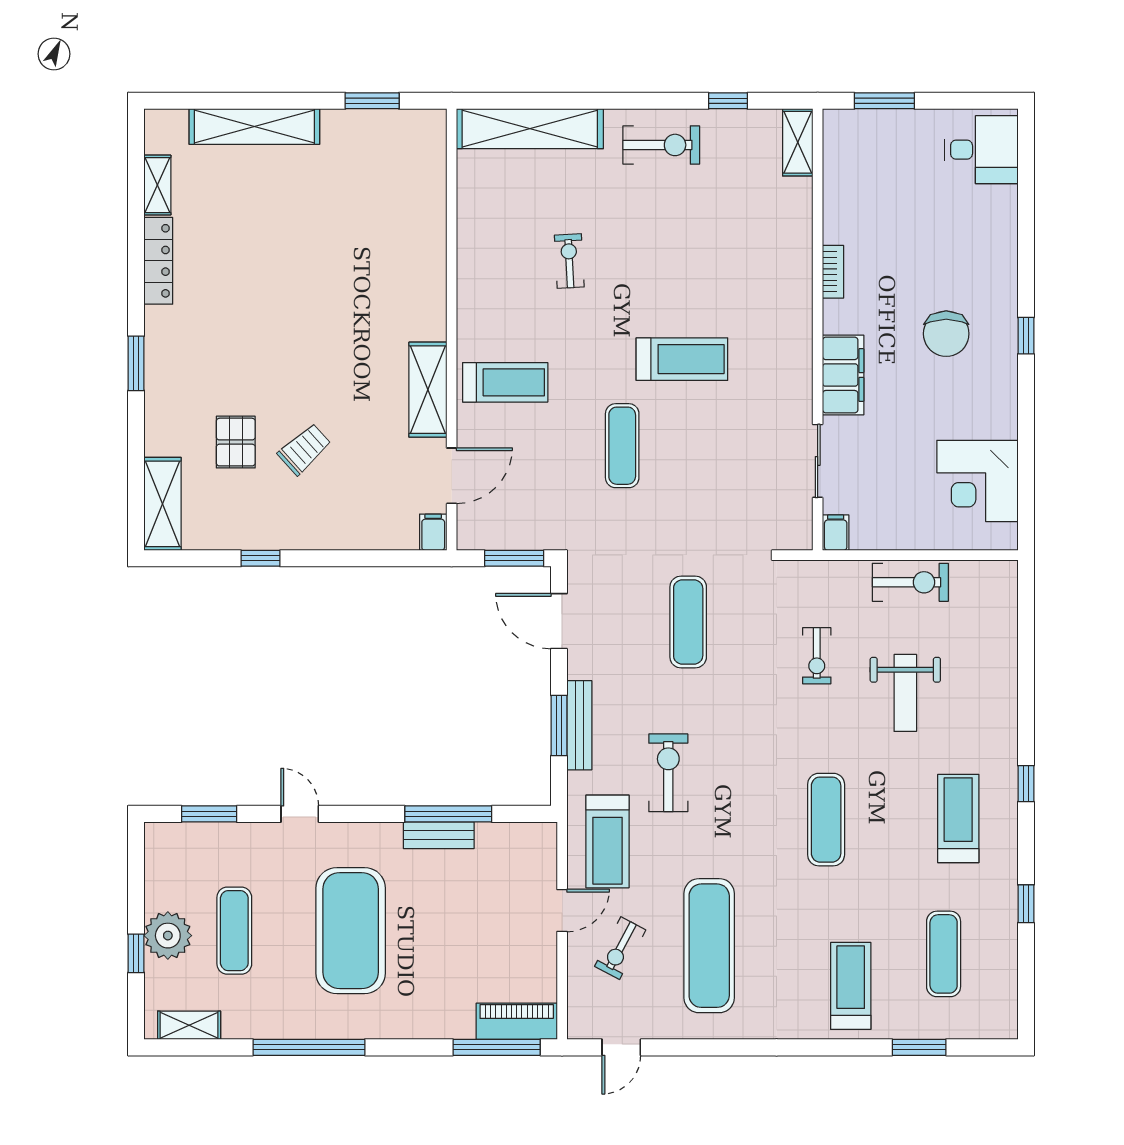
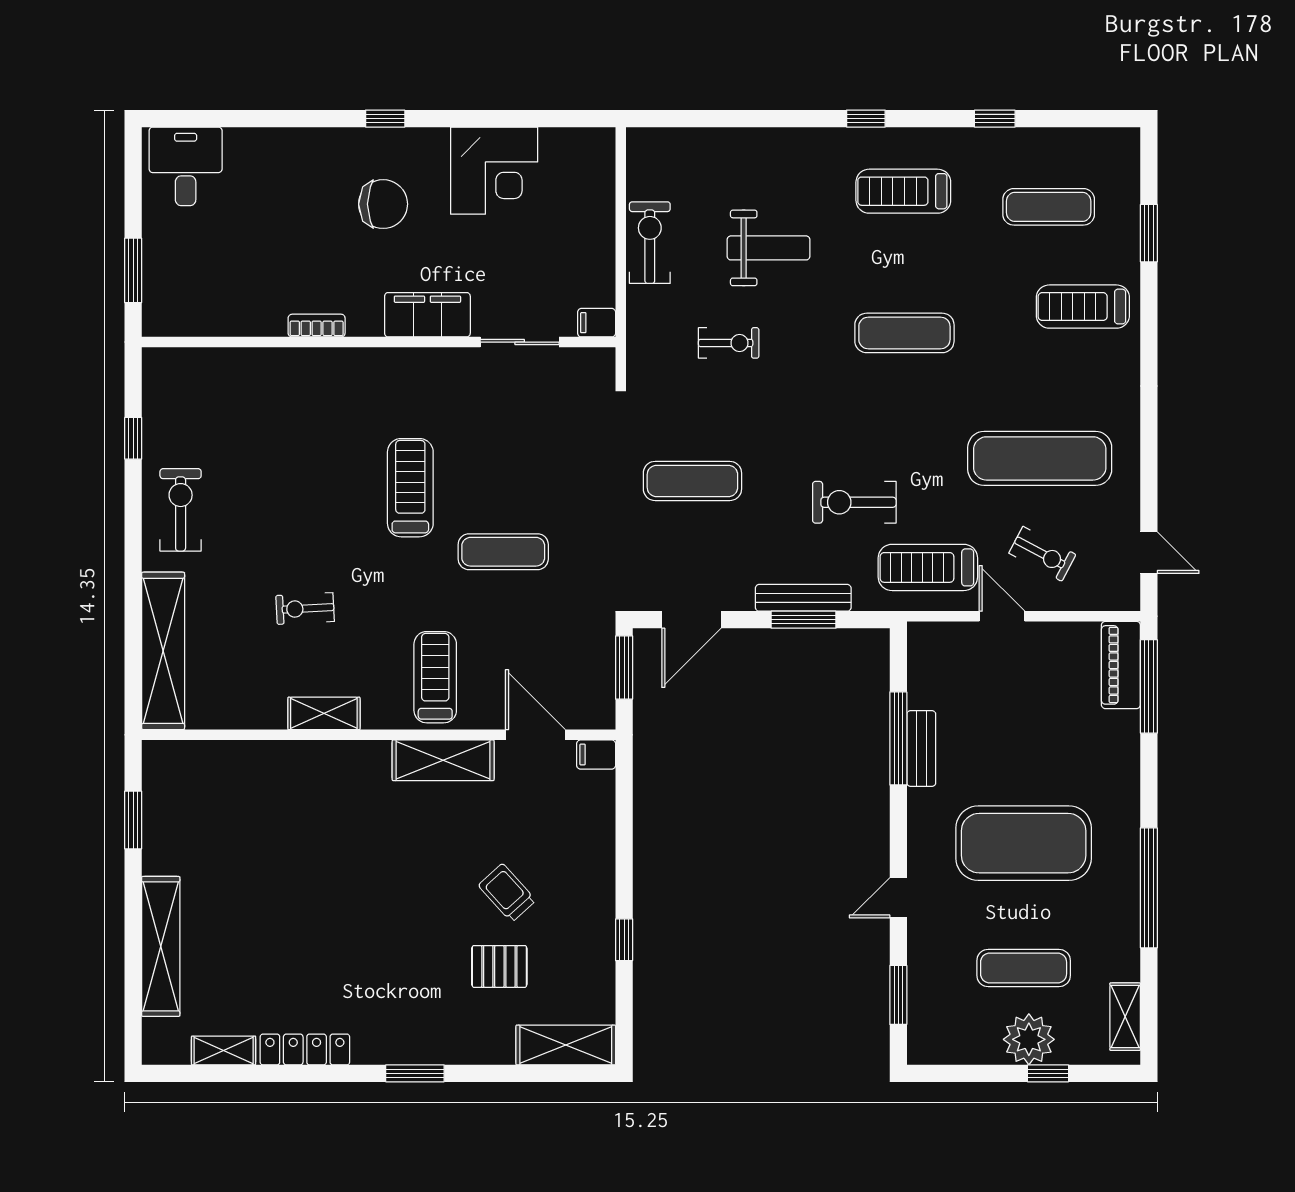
shelving: (798, 142) -> (324, 713), moved
corner desk: (977, 481) -> (494, 171), moved
treadmill: (608, 841) -> (928, 567), turned 180

